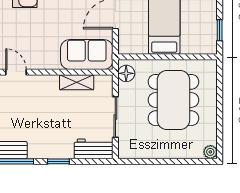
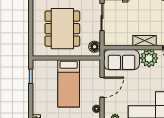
plant: (46, 57) -> (149, 58), added
shelving: (77, 82) -> (145, 41), moved

